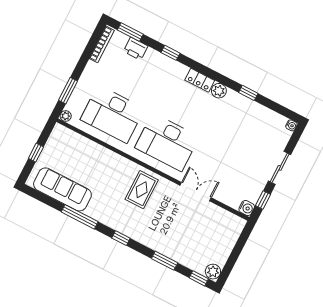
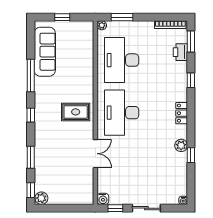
plant: (219, 91) -> (181, 145), moved

